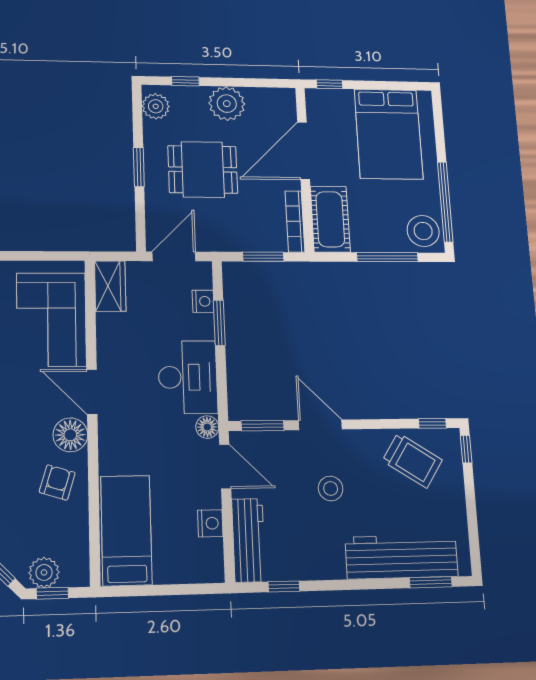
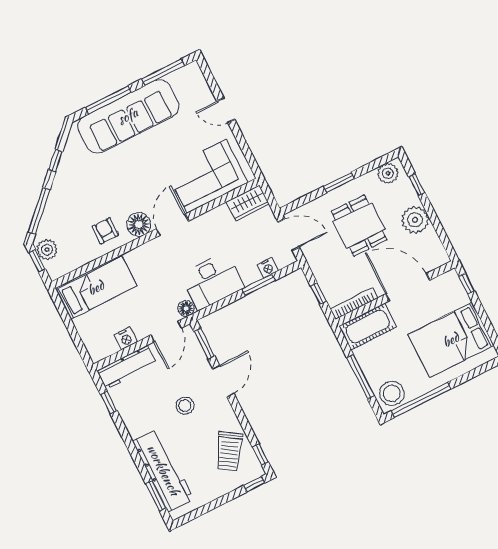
window: (263, 257) -> (318, 293), width x0.67
armchair: (57, 482) -> (105, 231), turned -107

